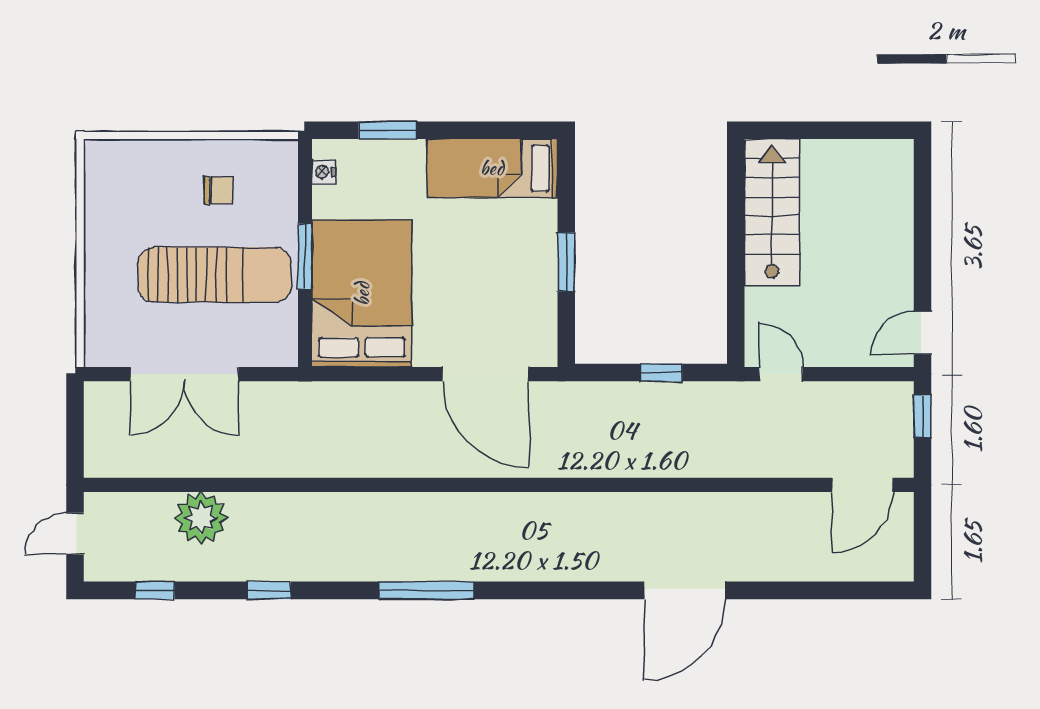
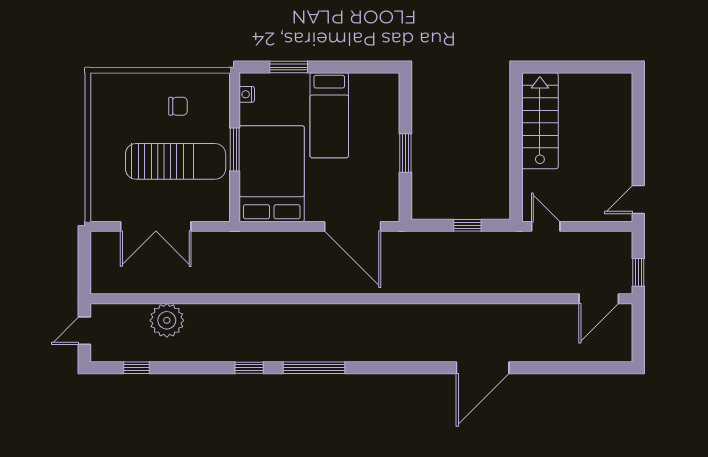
bed: (492, 168) -> (329, 115), moved, turned -90
window: (923, 416) -> (638, 272), moved
window: (270, 590) -> (249, 368), moved

